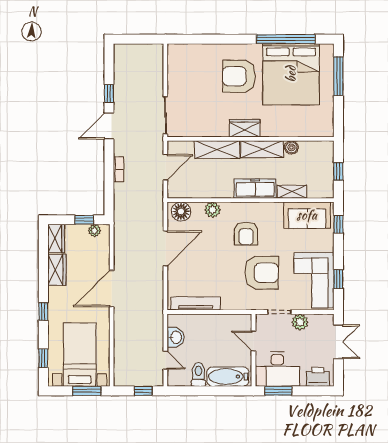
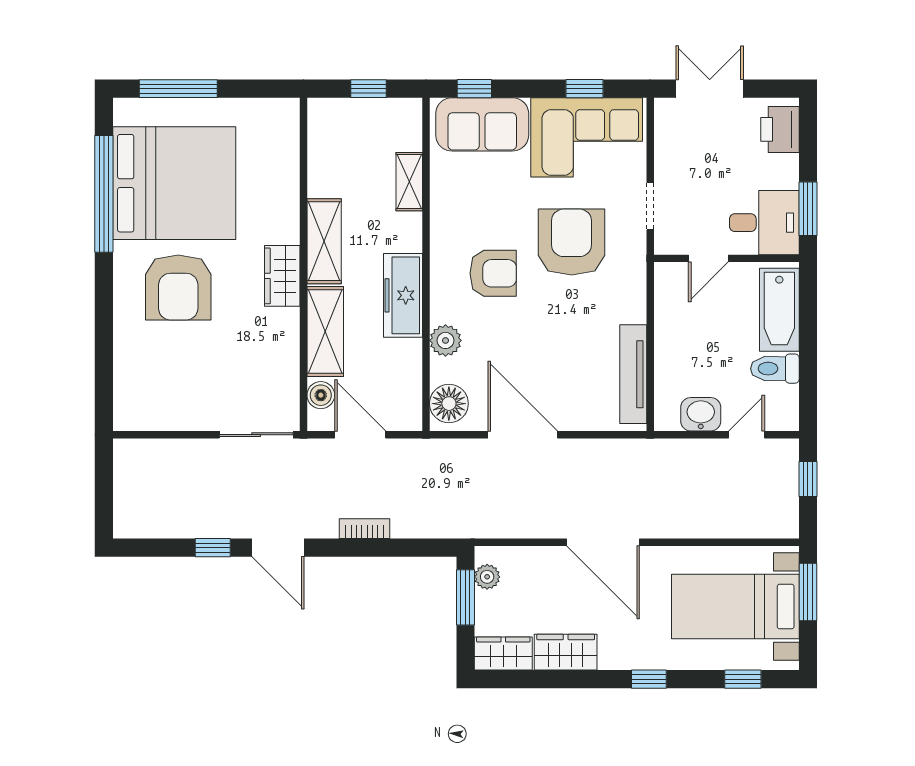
boiler: (291, 147) -> (321, 395), moved
freezer: (255, 189) -> (403, 295), moved
sofa: (307, 215) -> (482, 124), moved, turned 90
window: (84, 220) -> (465, 597), width x1.50
plant: (300, 322) -> (670, 165), removed
desk: (277, 369) -> (764, 223), width x0.73

